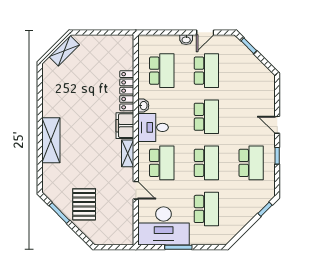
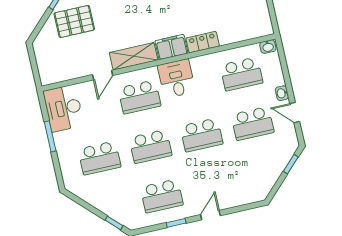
locker: (127, 91) -> (203, 42), width x0.66
washbasin: (143, 106) -> (268, 47), moved
shelving: (128, 153) -> (134, 56), width x1.50, depth x1.33
desk: (164, 226) -> (63, 108), width x0.73, depth x0.77

